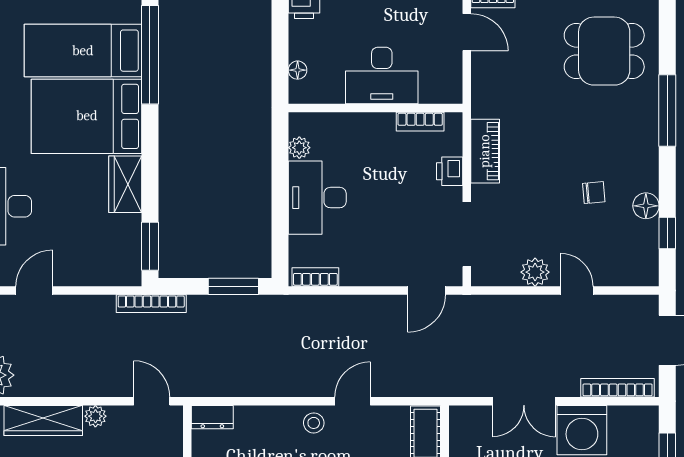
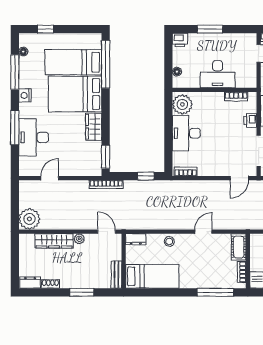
plant: (299, 148) -> (182, 104), width x1.88, depth x1.88
window: (233, 286) -> (146, 176), width x0.67
stool: (314, 423) -> (169, 241), moved

